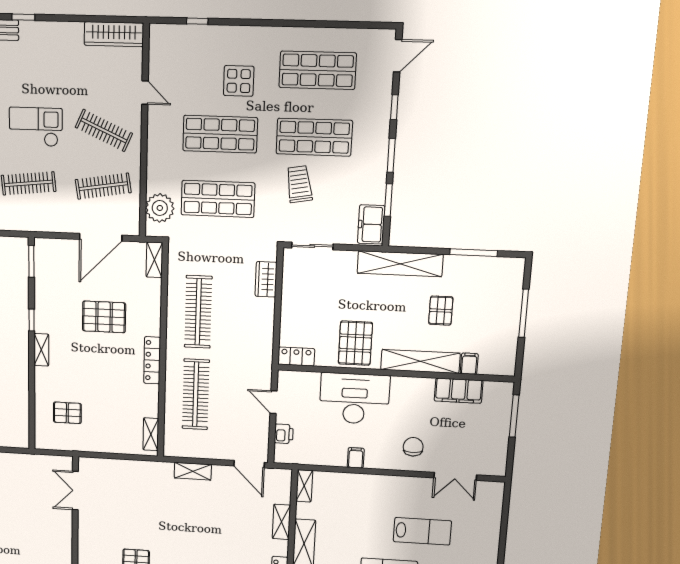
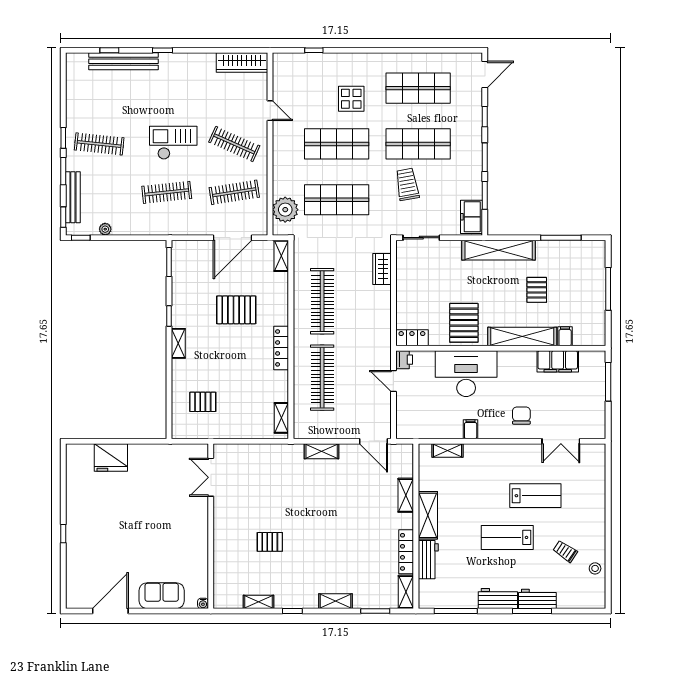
printer: (284, 434) -> (404, 360), moved
shelving: (304, 486) -> (448, 450), moved, turned 90

